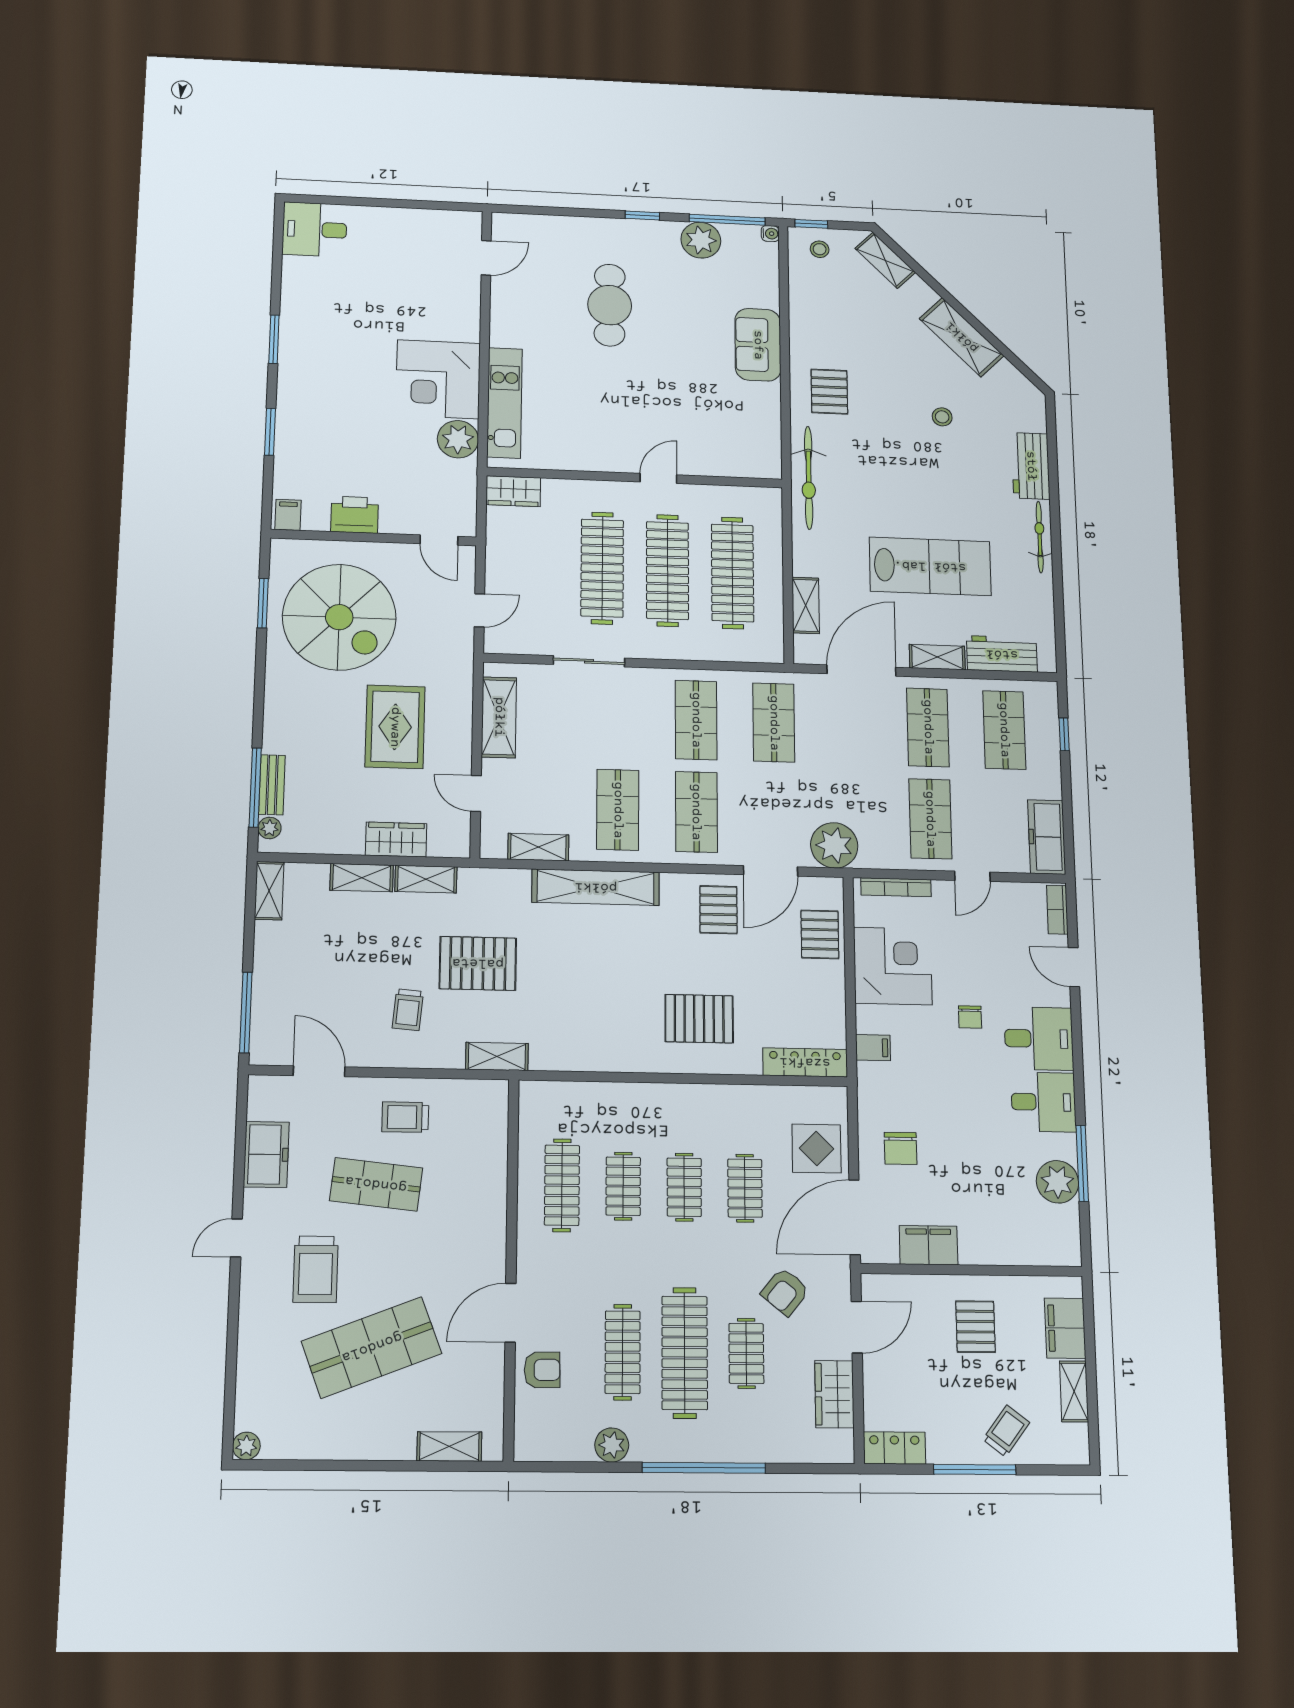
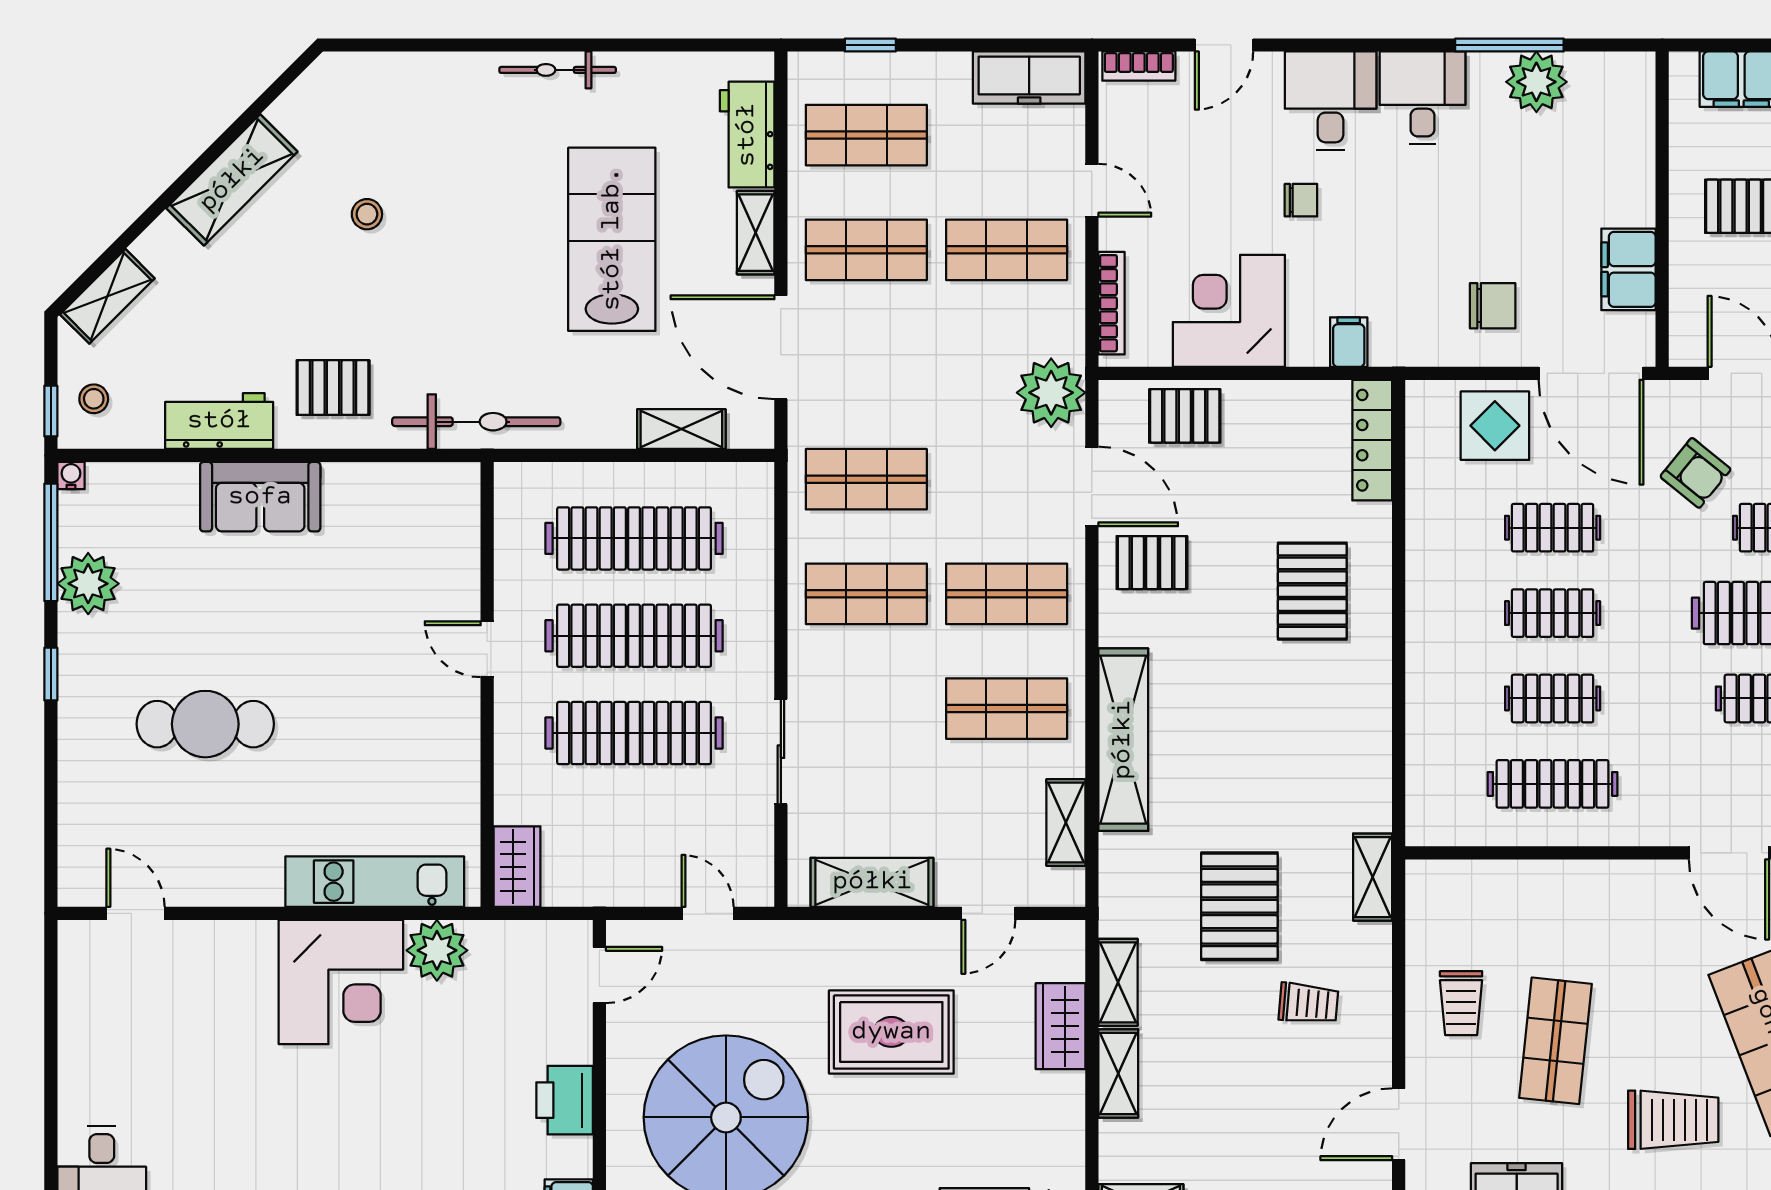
workbench: (1031, 466) -> (219, 421), moved, turned 180

